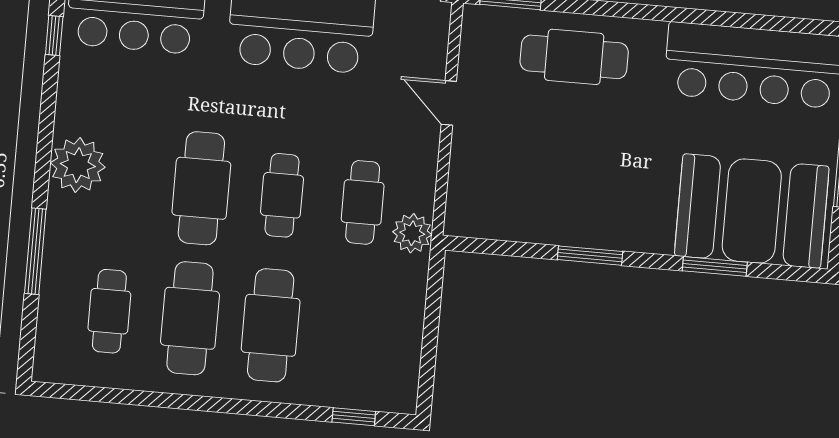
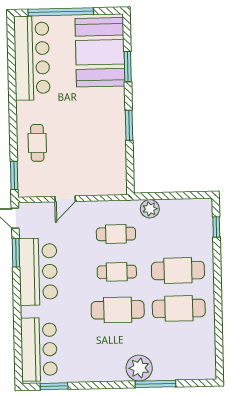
window: (54, 35) -> (54, 386), width x1.50
cafe table: (574, 57) -> (37, 143), width x0.73, depth x0.74
plant: (78, 165) -> (139, 368), moved
plant: (412, 233) -> (150, 209), moved
cafe table: (109, 311) -> (180, 346), removed

